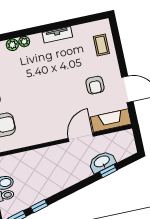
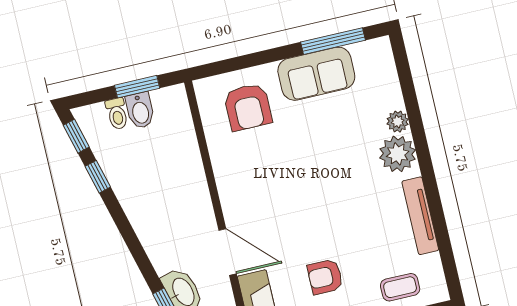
tv unit: (57, 35) -> (420, 216), width x1.41
plant: (24, 42) -> (398, 154), width x1.88, depth x1.88

